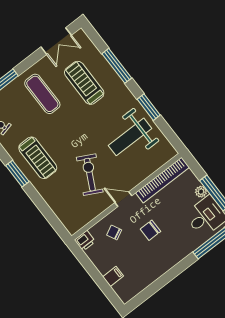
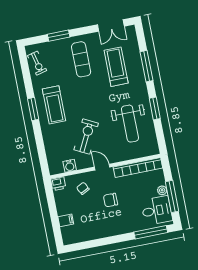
weight bench: (130, 137) -> (130, 124), turned -90
water cooler: (88, 215) -> (70, 166), added

